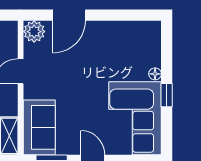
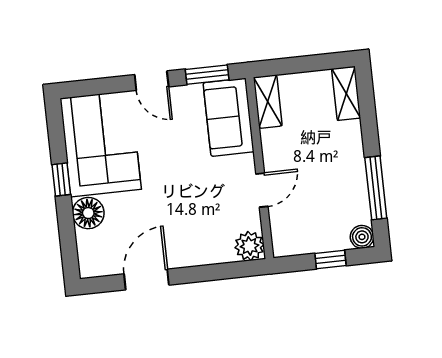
door: (69, 15) -> (147, 279), moved
floor lamp: (155, 74) -> (88, 213), width x1.89, depth x1.89

